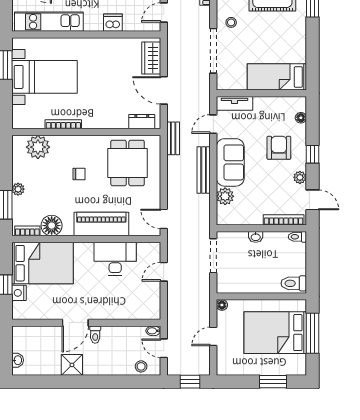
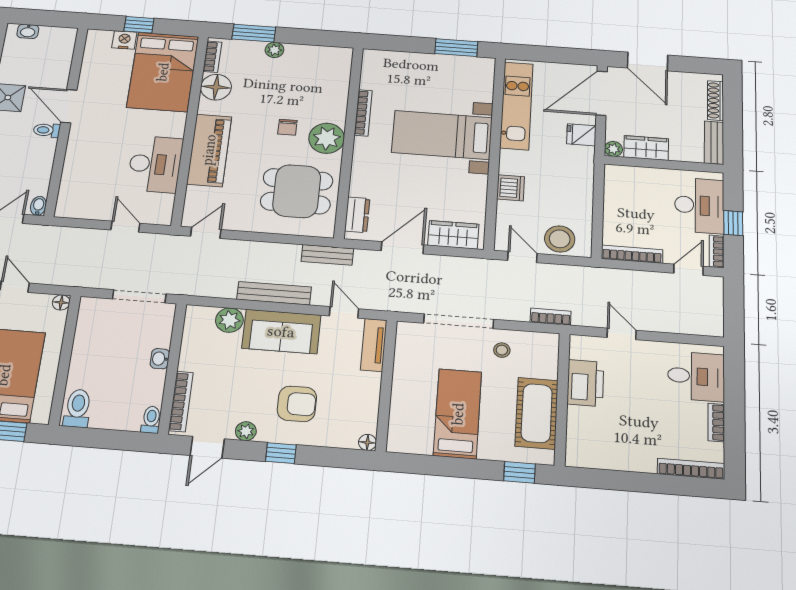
bed with nightstands: (44, 77) -> (442, 135), moved, turned 90
bed: (277, 77) -> (458, 414), moved
floor lamp: (301, 118) -> (367, 442), moved
plant: (38, 147) -> (327, 138), moved

